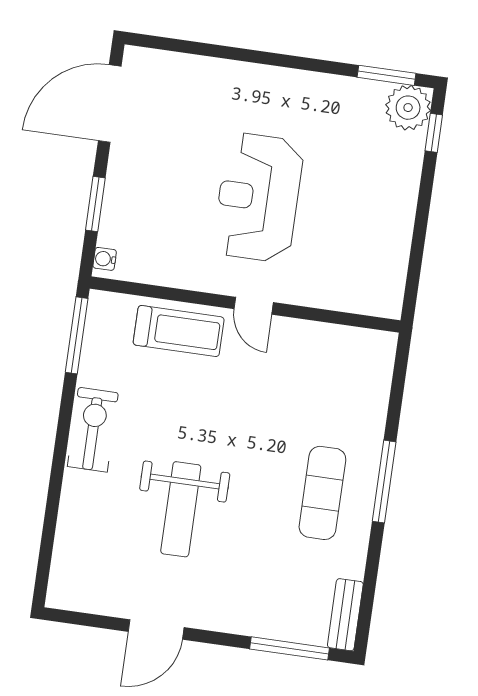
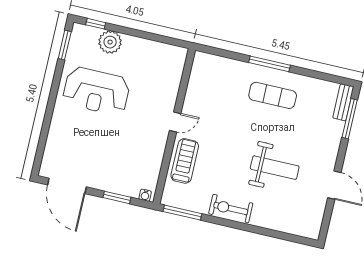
plant: (408, 108) -> (110, 42), moved
reception desk: (258, 198) -> (96, 91), moved
bench: (345, 615) -> (343, 102), moved, turned 90

